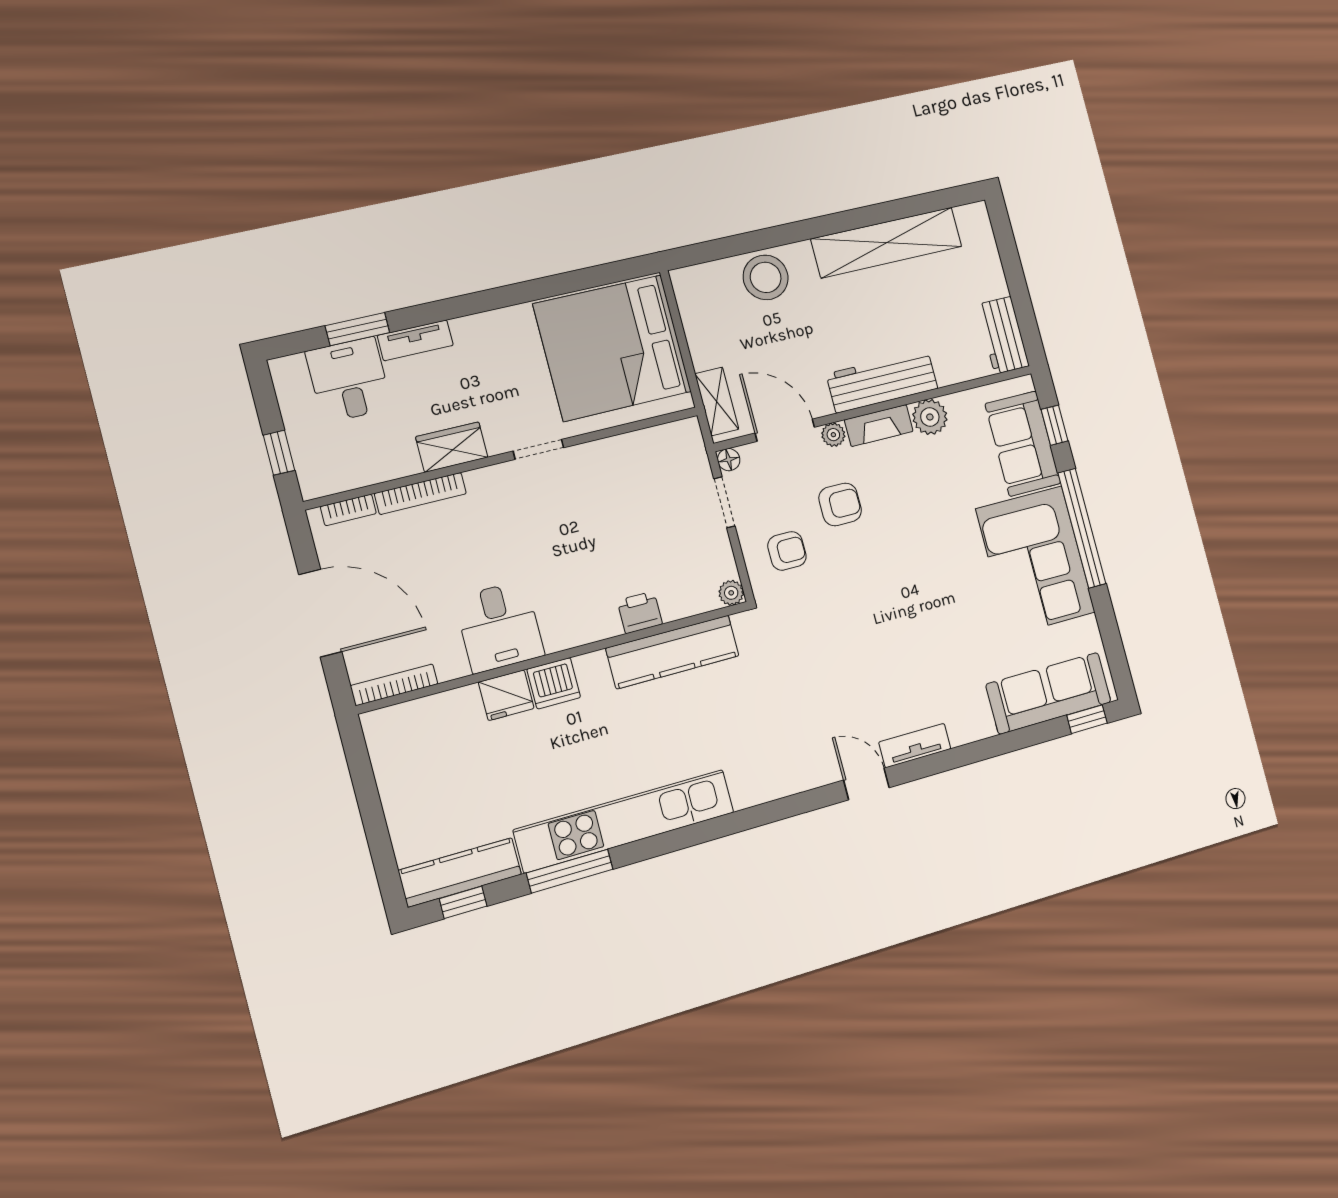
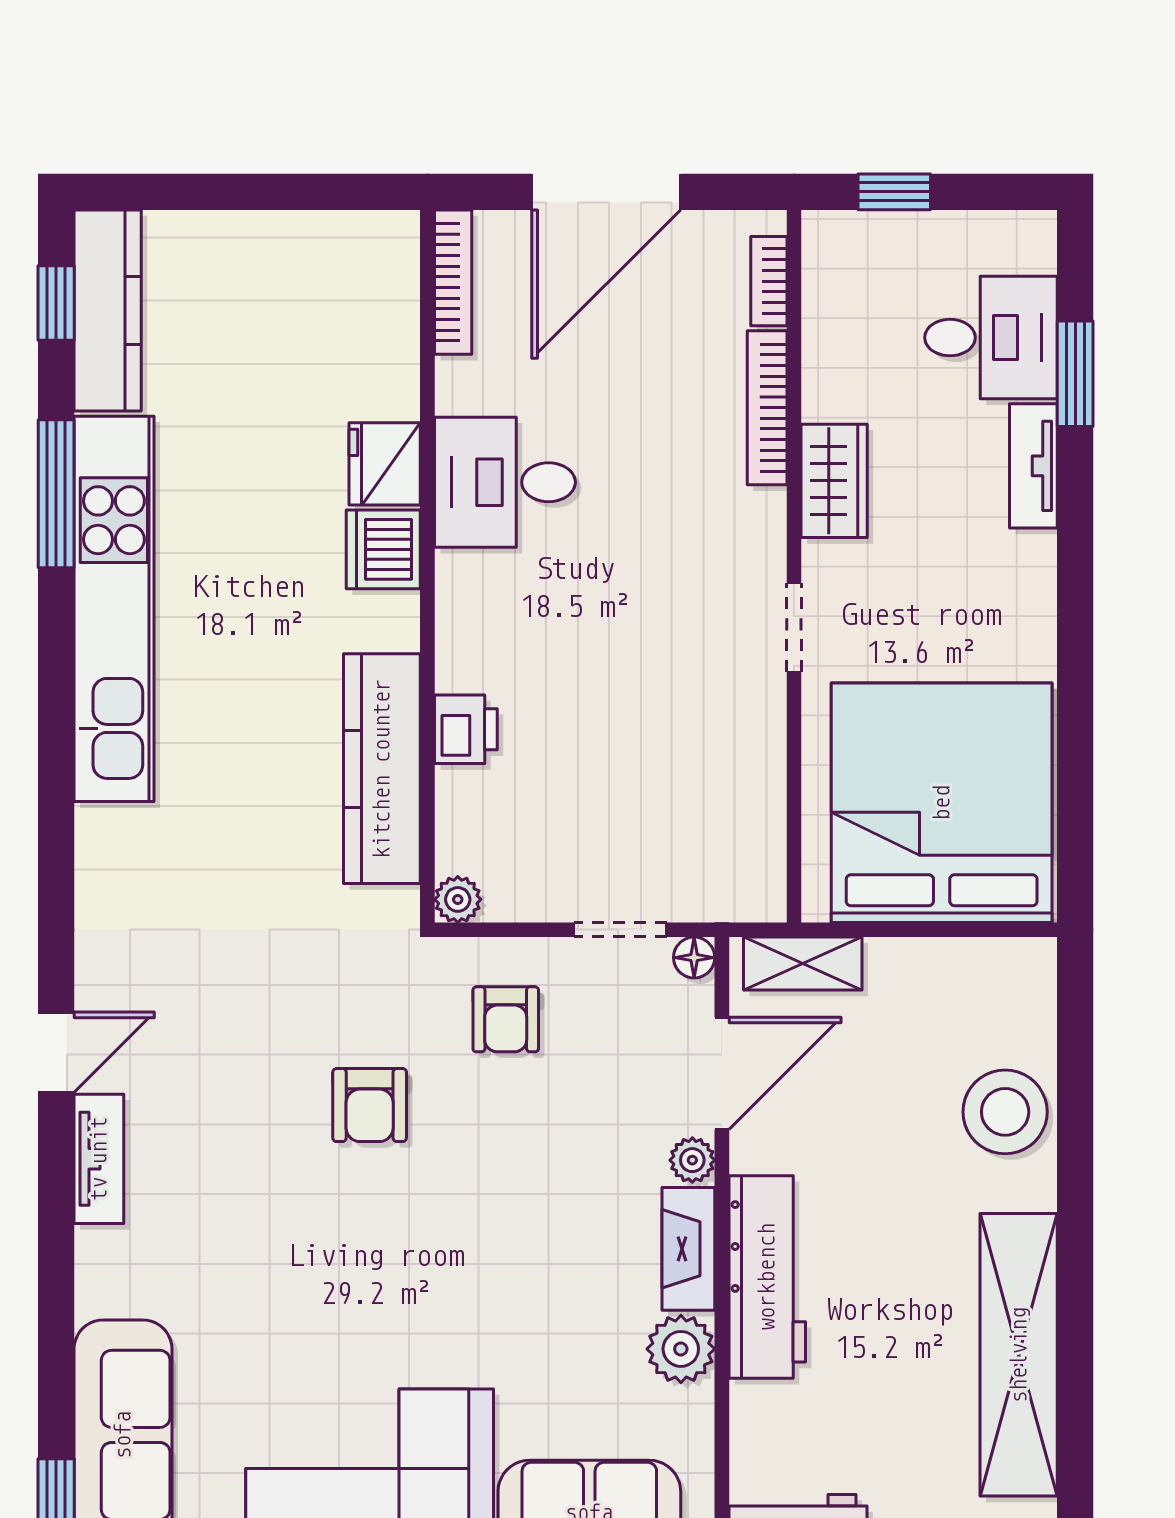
armchair: (840, 504) -> (370, 1105), moved

